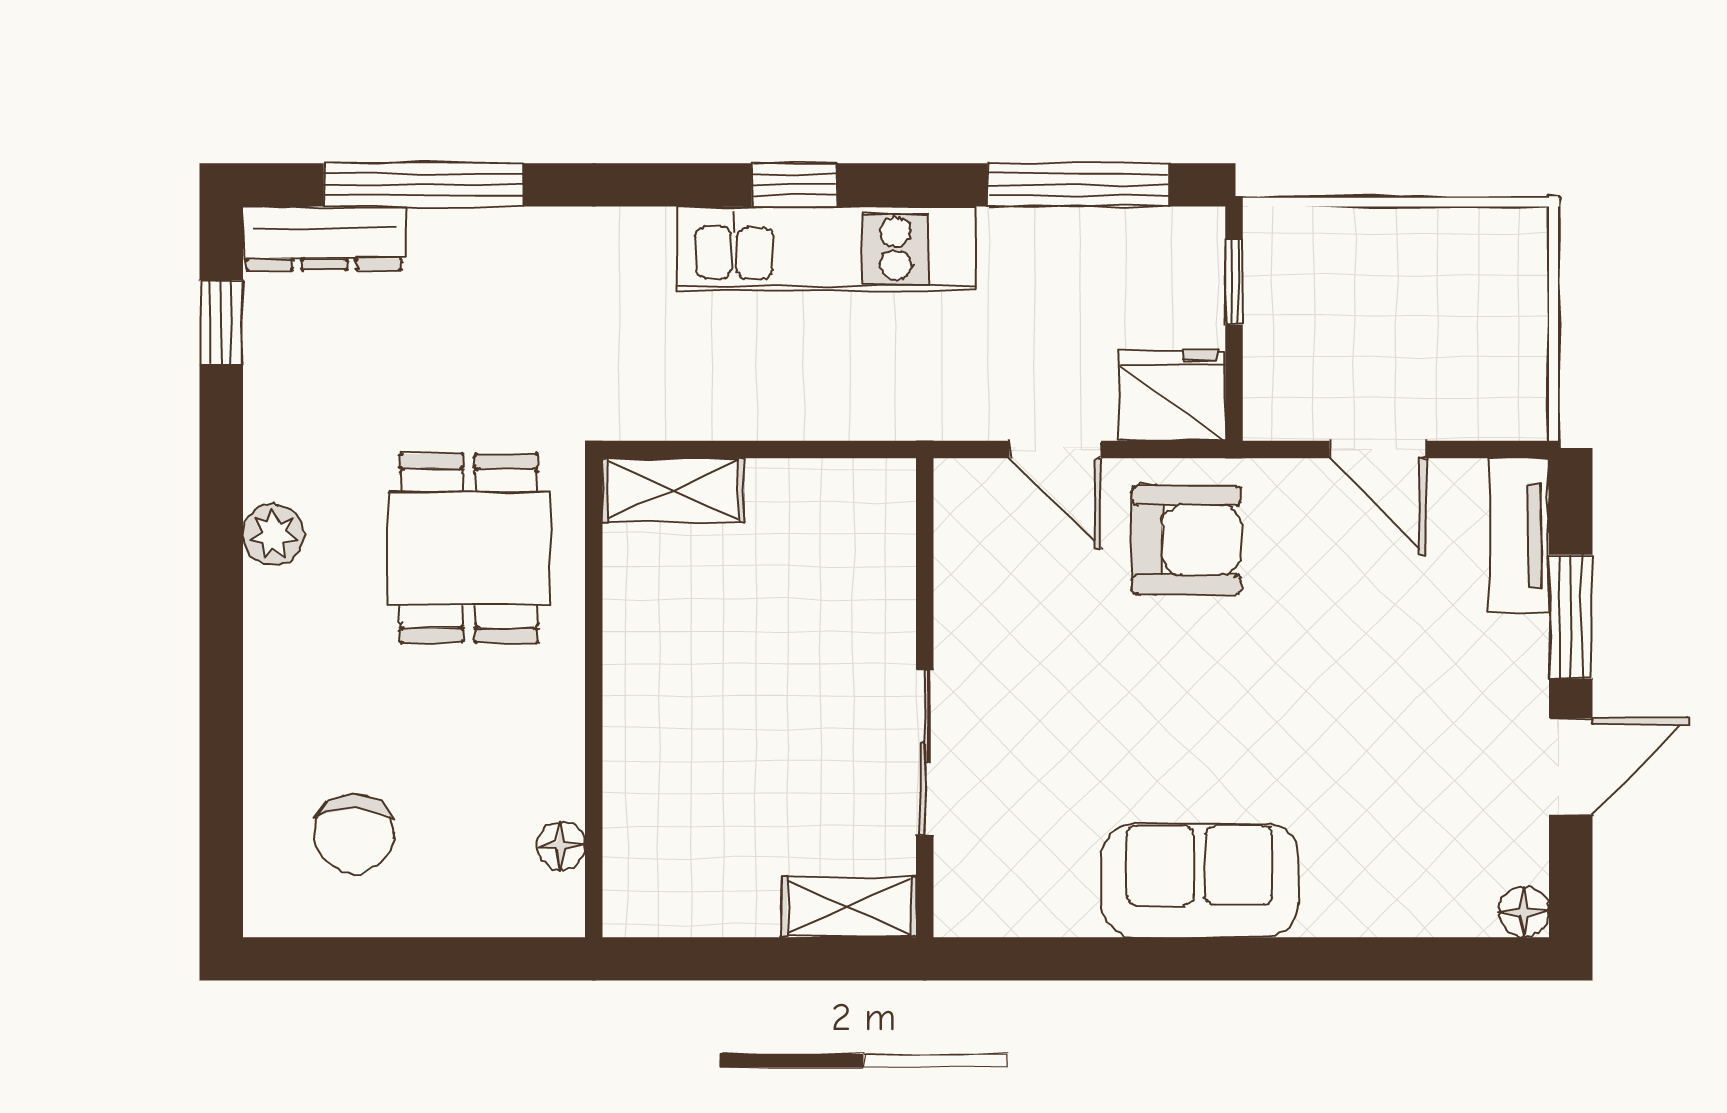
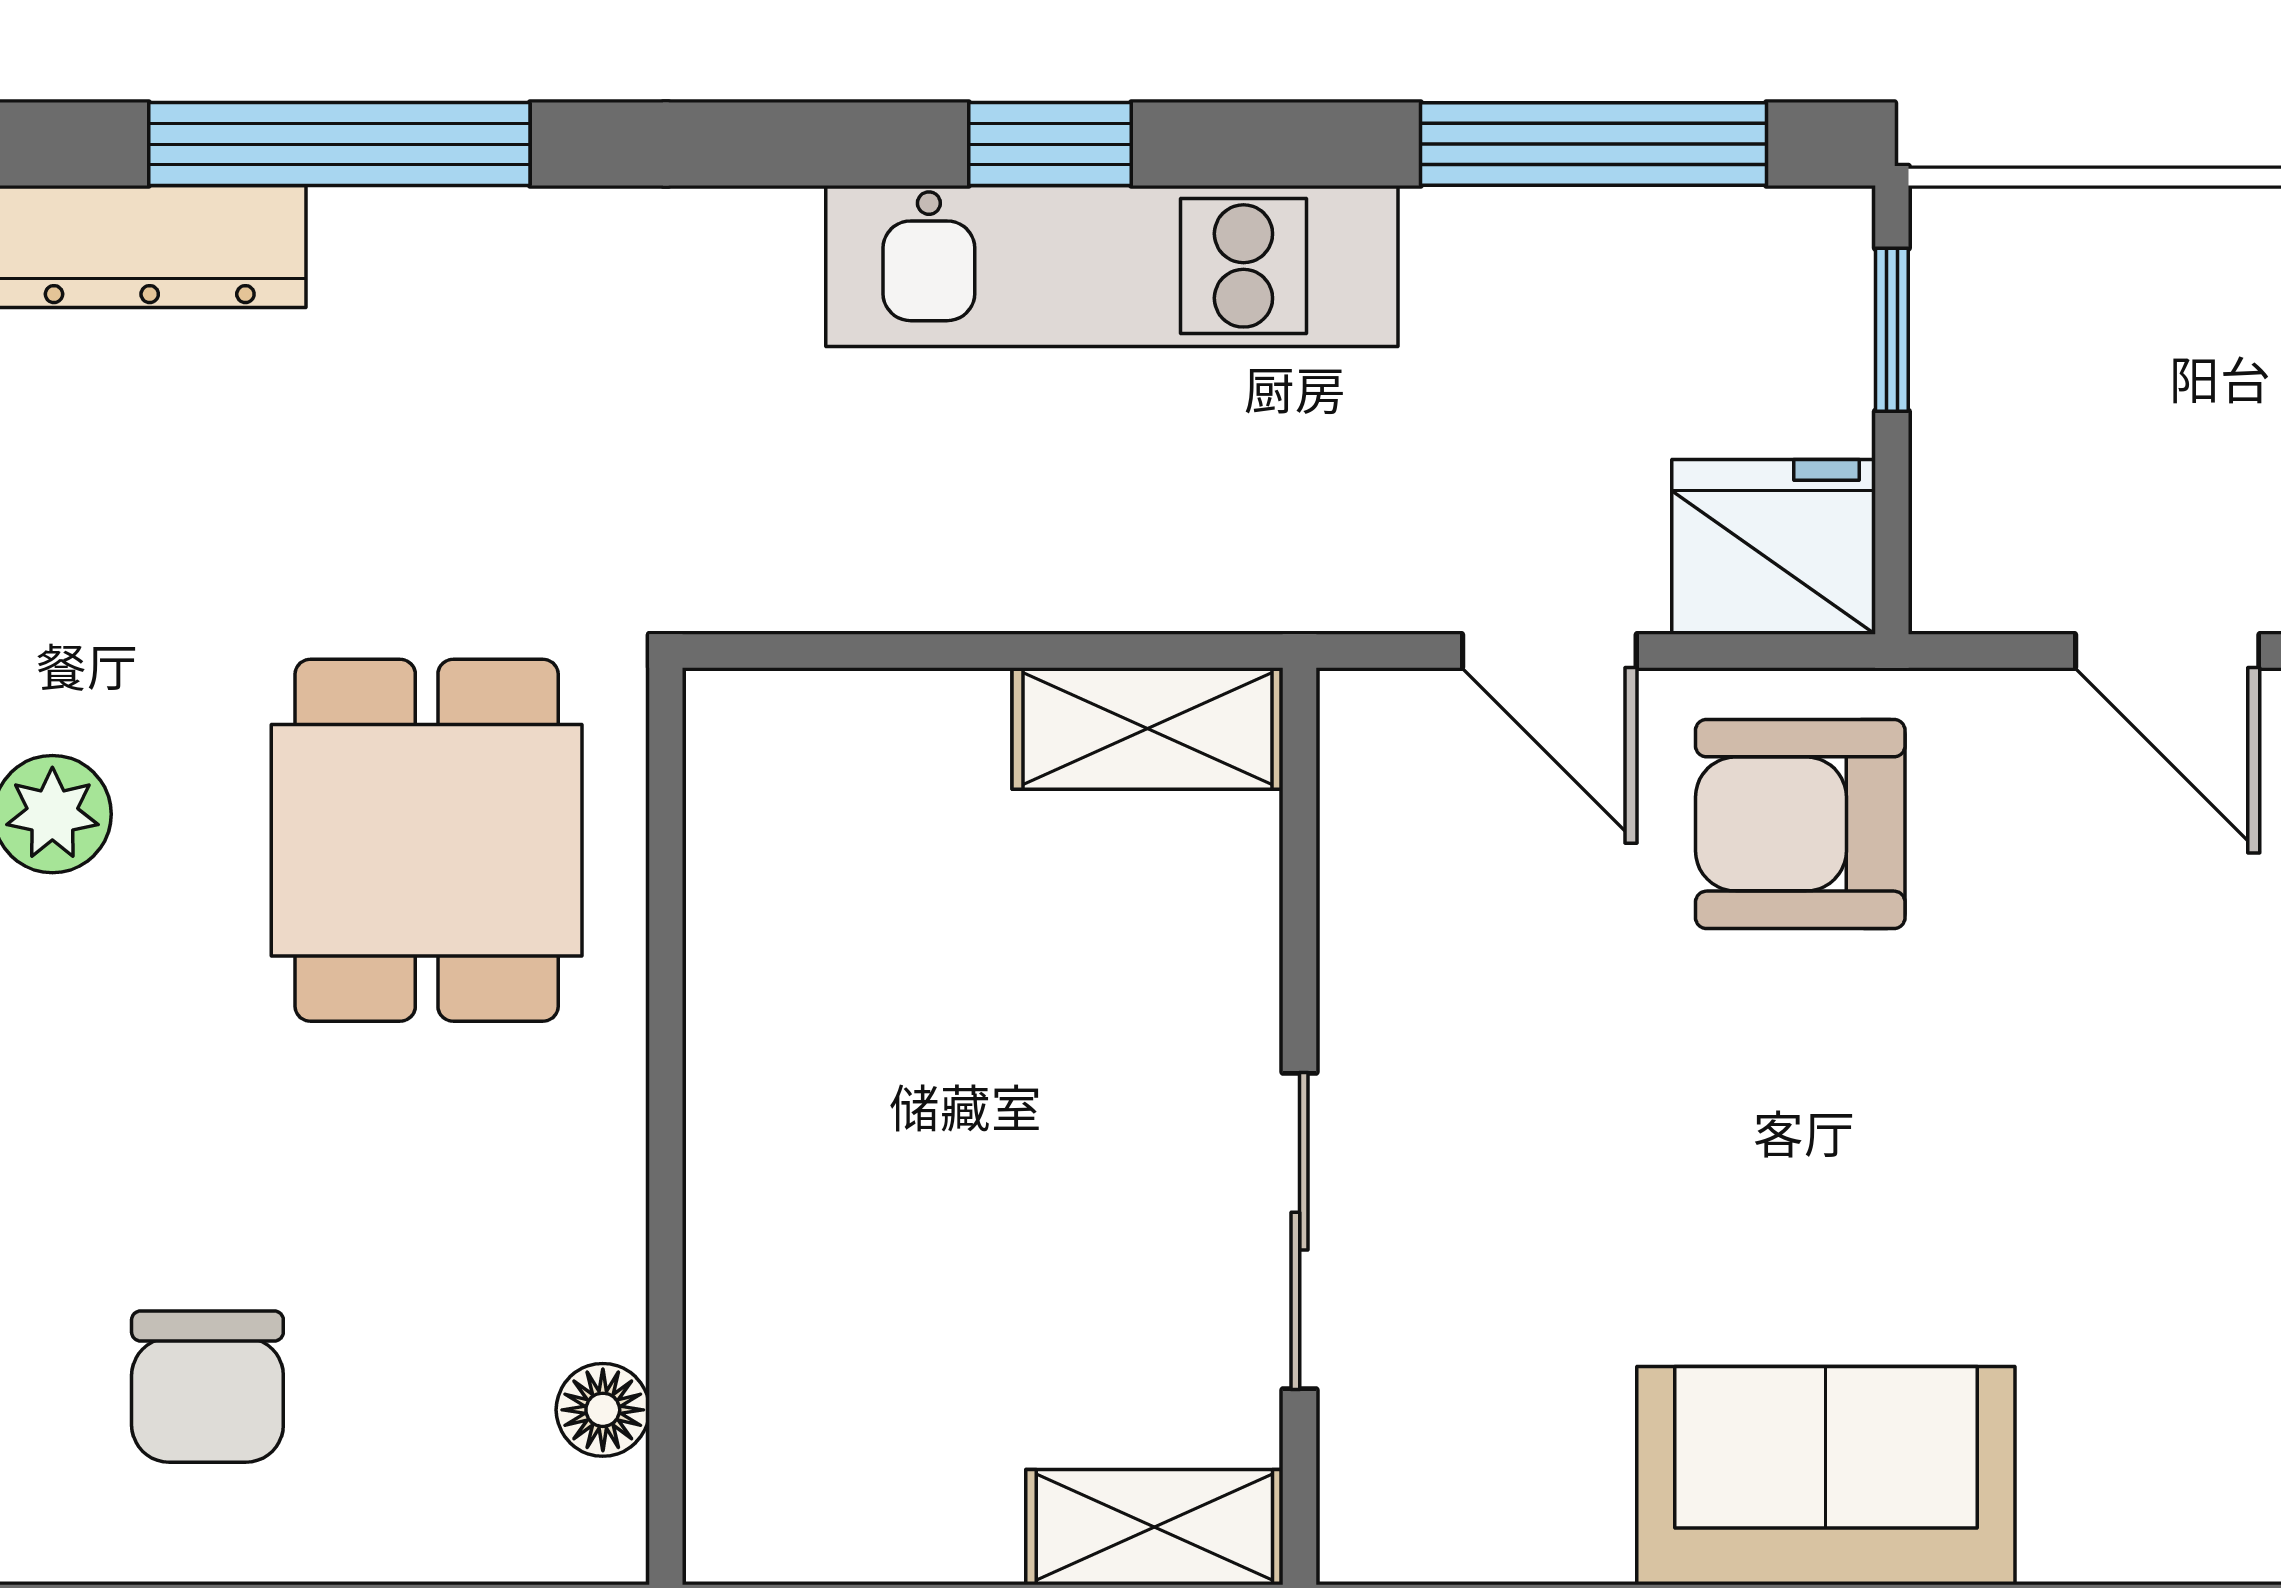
shelving: (673, 490) -> (1147, 729), moved
armchair: (1186, 540) -> (1800, 824), turned 180

